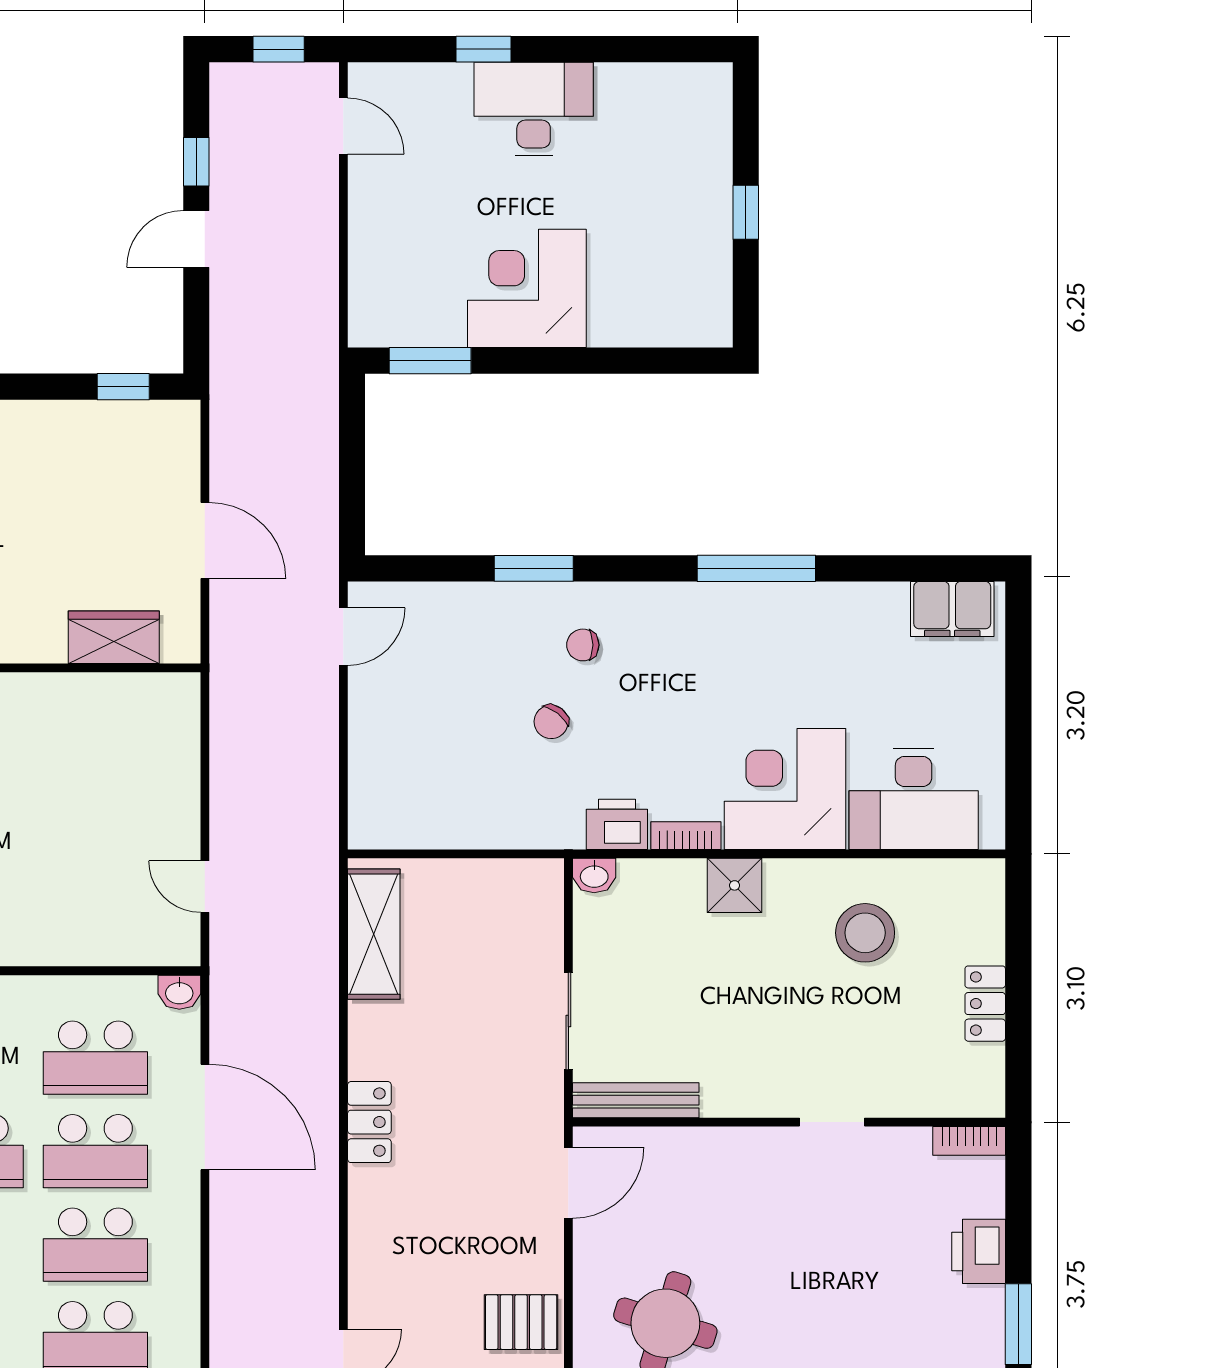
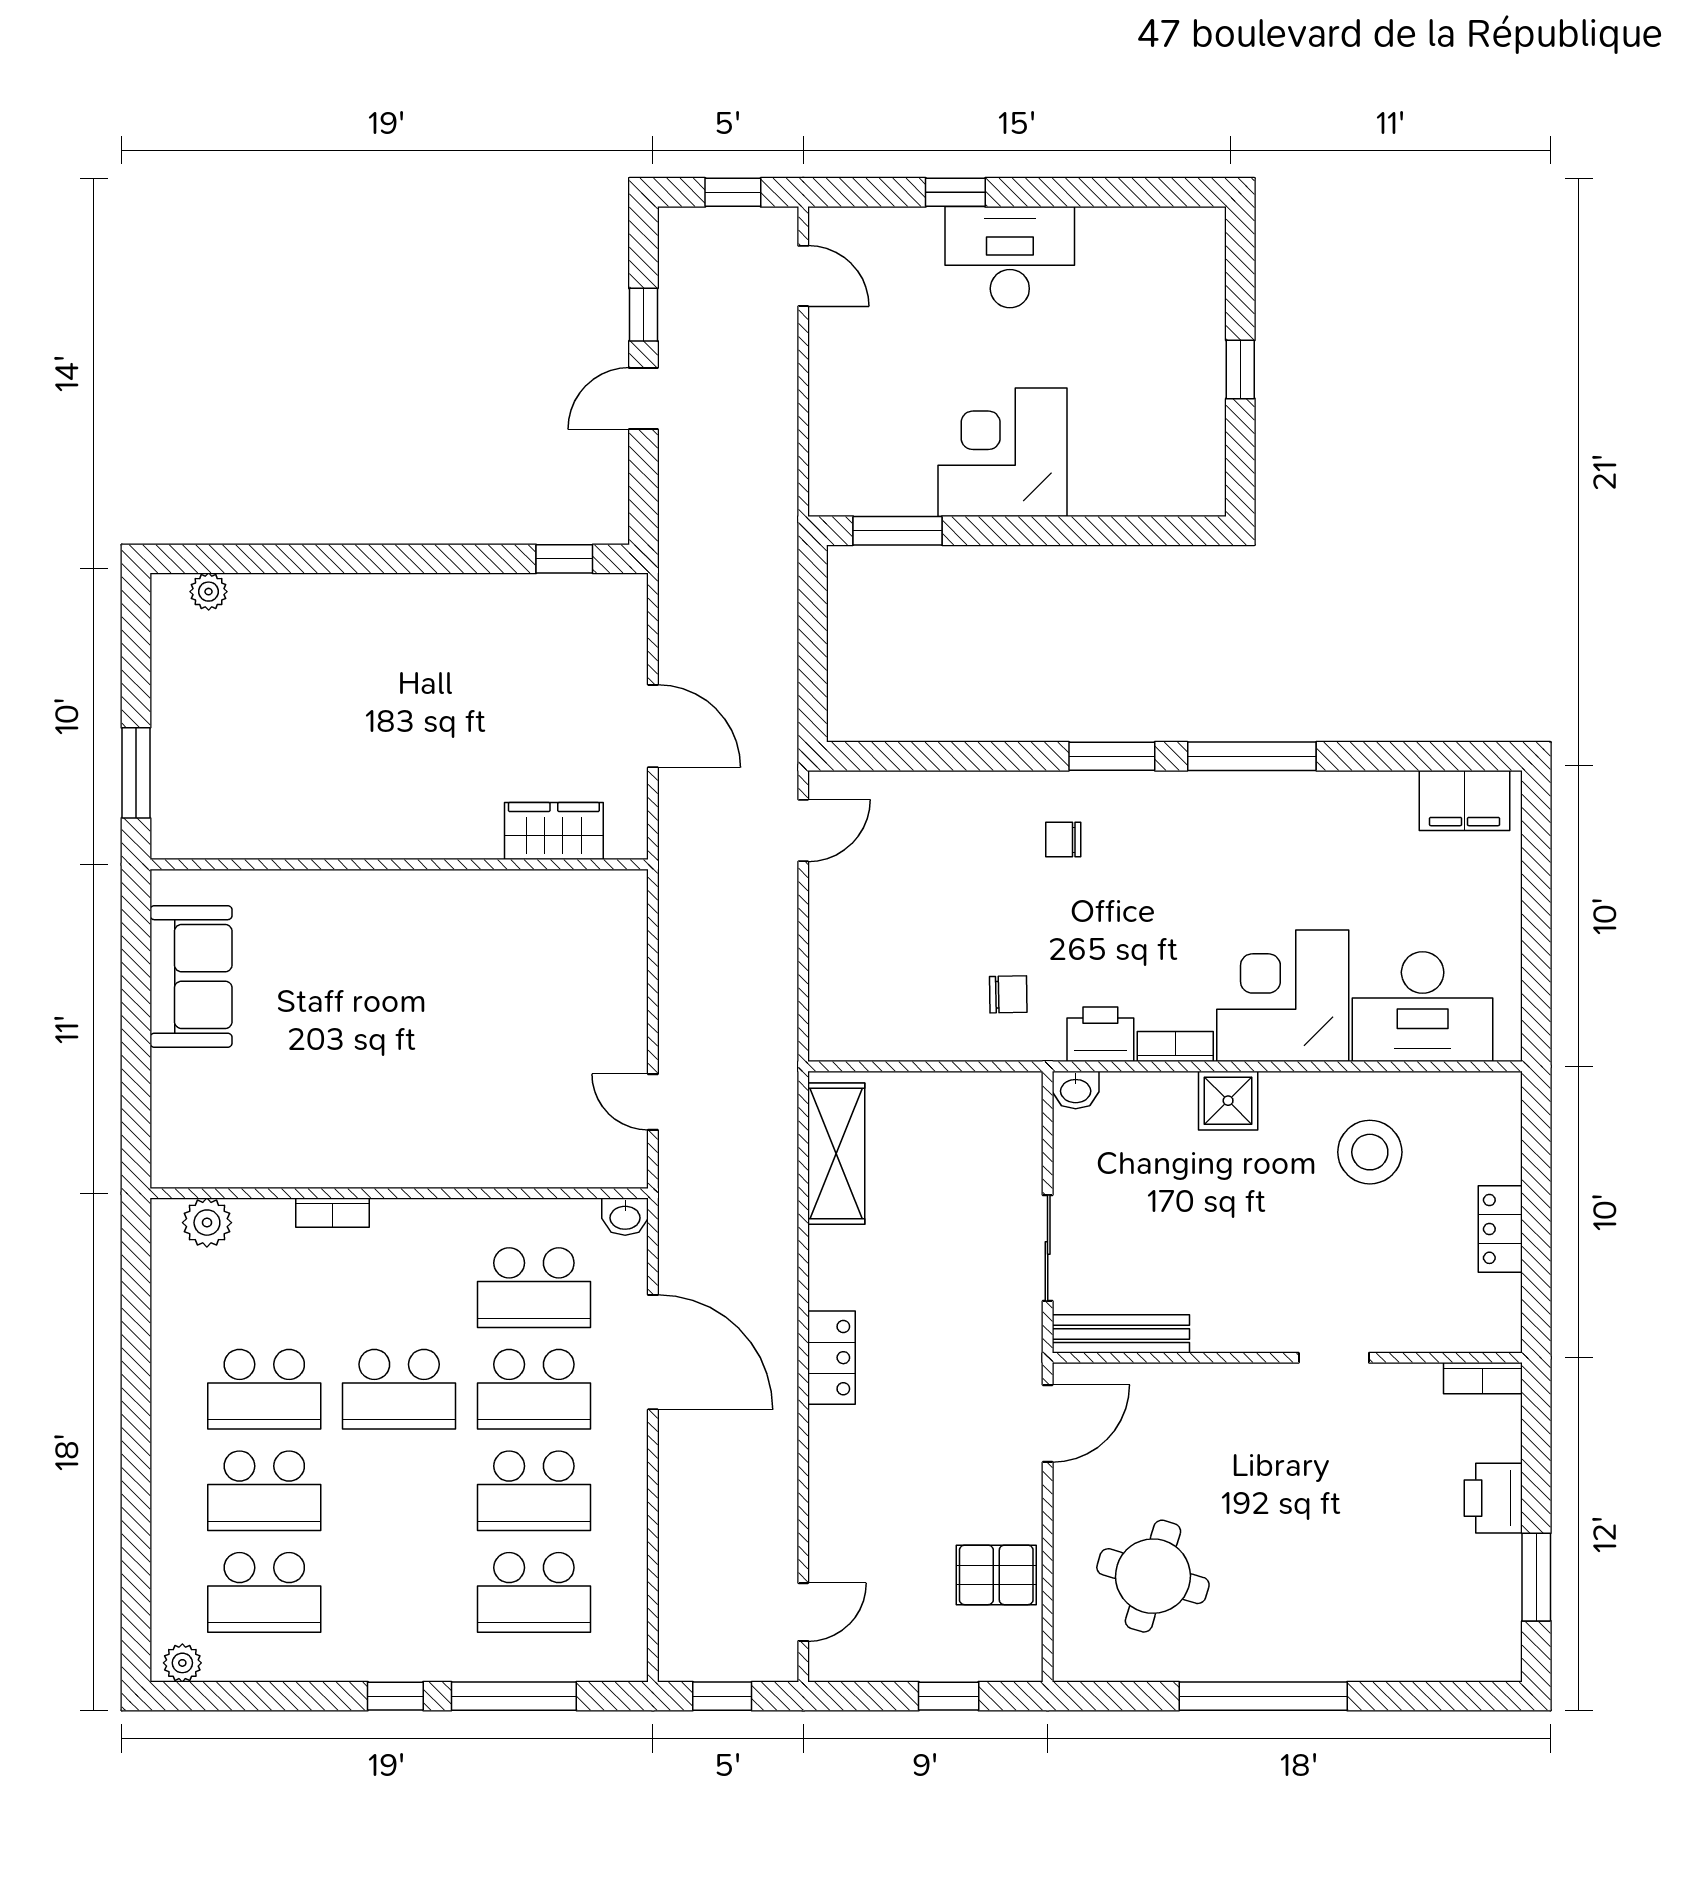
window: (534, 568) -> (1112, 756), moved
chair: (551, 722) -> (1008, 994), moved, turned -129

